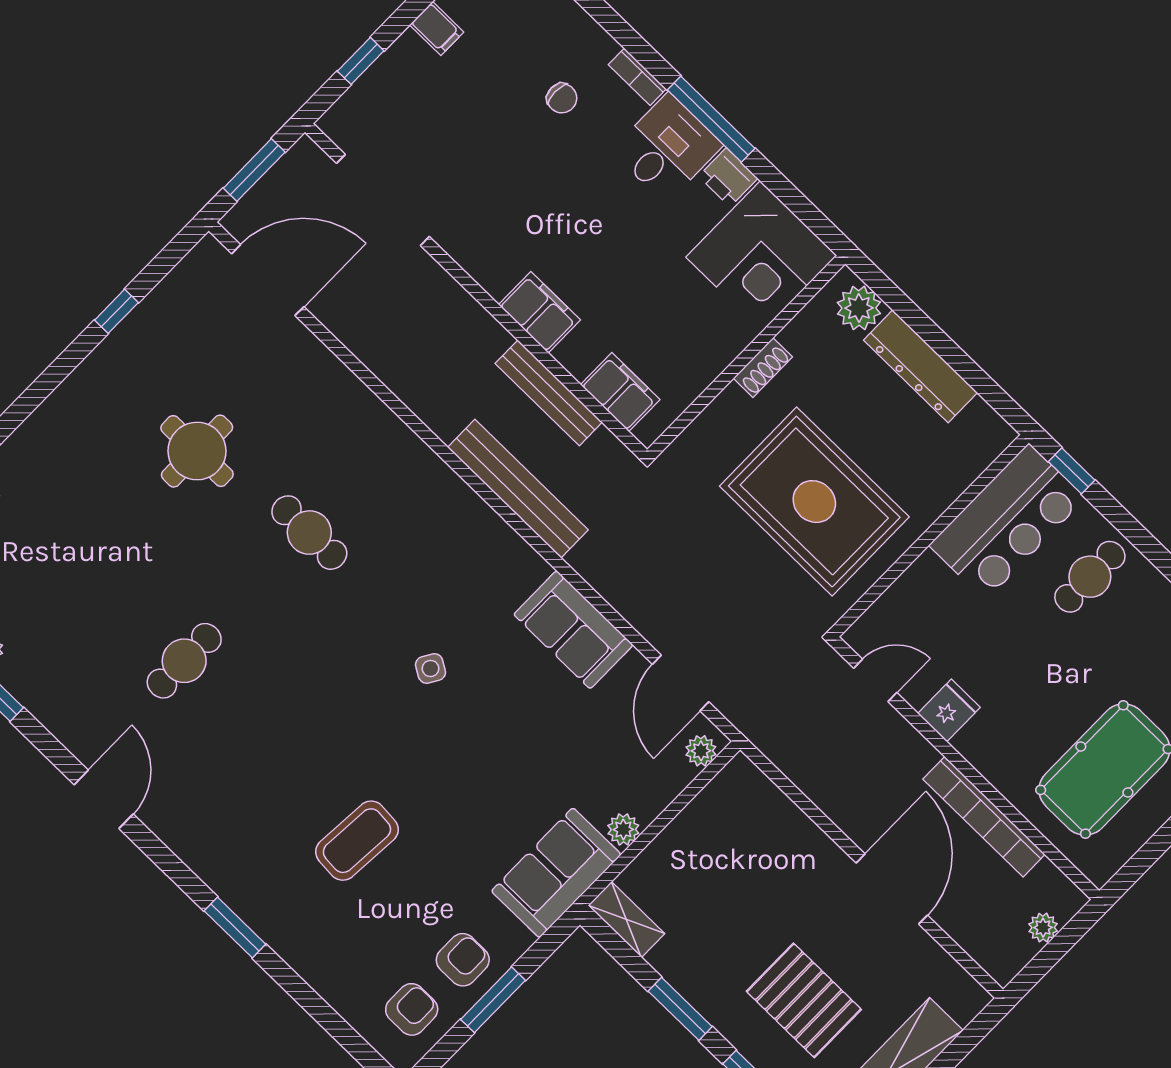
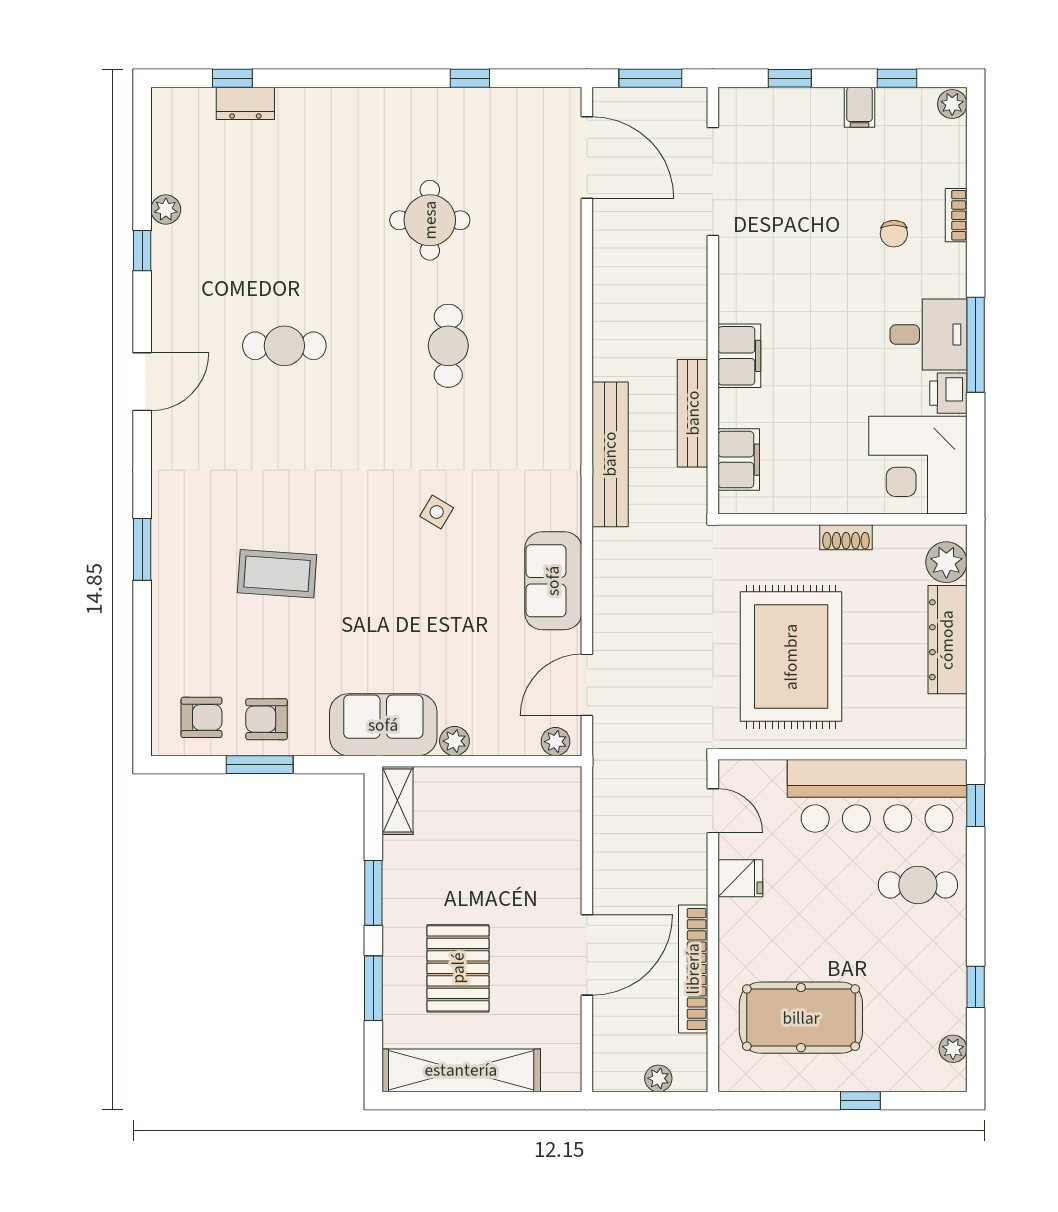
bookcase: (637, 77) -> (956, 215), moved
bar counter: (1007, 522) -> (877, 796), width x1.36
armchair: (463, 960) -> (267, 719), turned 180

